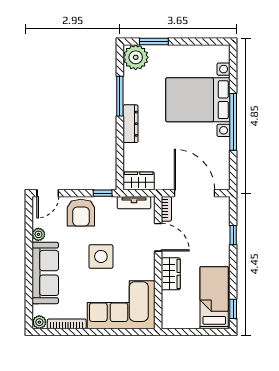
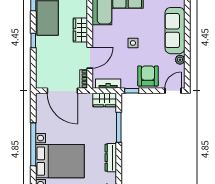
window: (120, 96) -> (119, 127), moved
dresser: (130, 124) -> (111, 158), moved
window: (233, 235) -> (33, 41), moved
door: (158, 237) -> (90, 58), swing flipped
side table: (101, 256) -> (133, 43), width x0.54, depth x0.54

